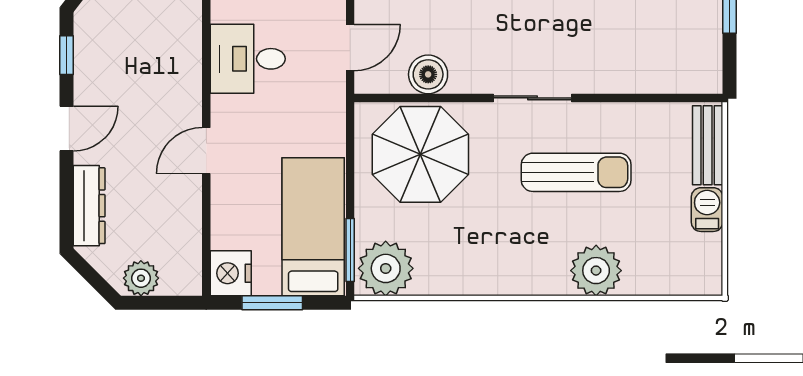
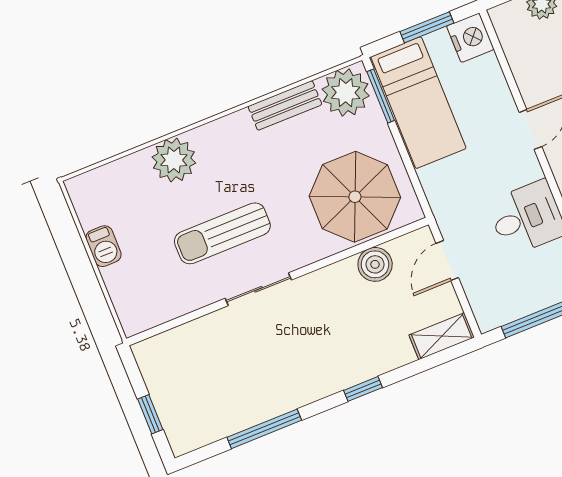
sliding door: (533, 98) -> (258, 289), moved
bench: (708, 145) -> (285, 105), moved, turned 90

